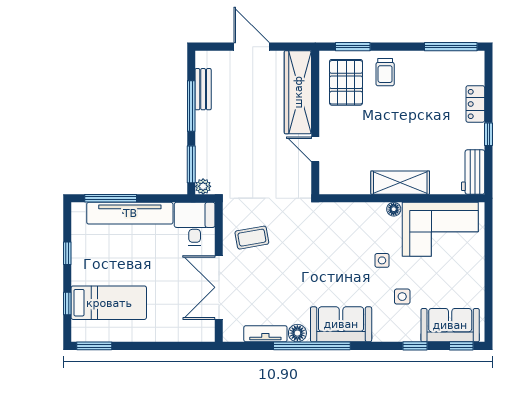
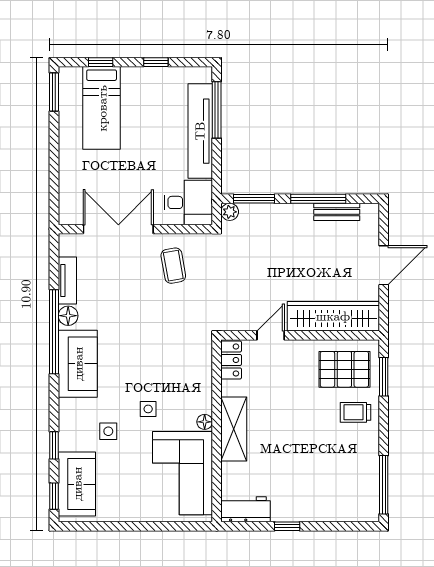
locker: (475, 104) -> (231, 360), moved, turned 90

